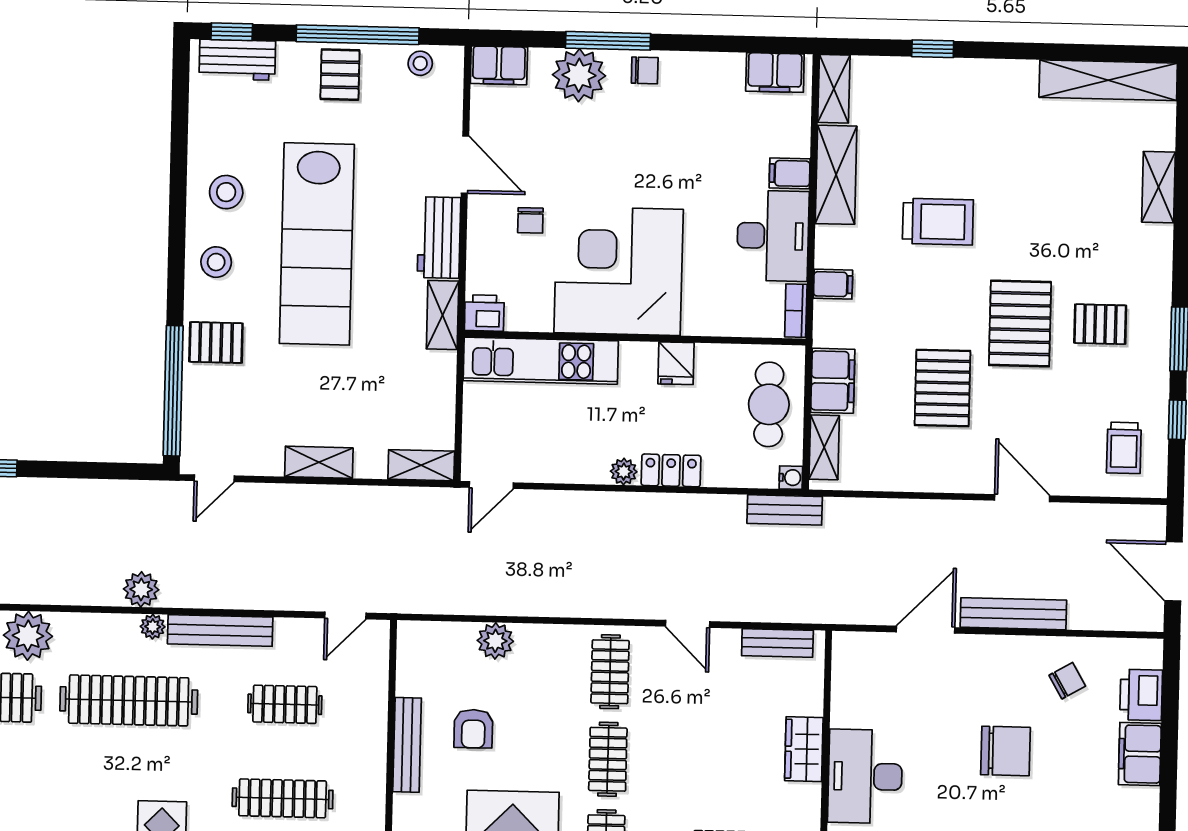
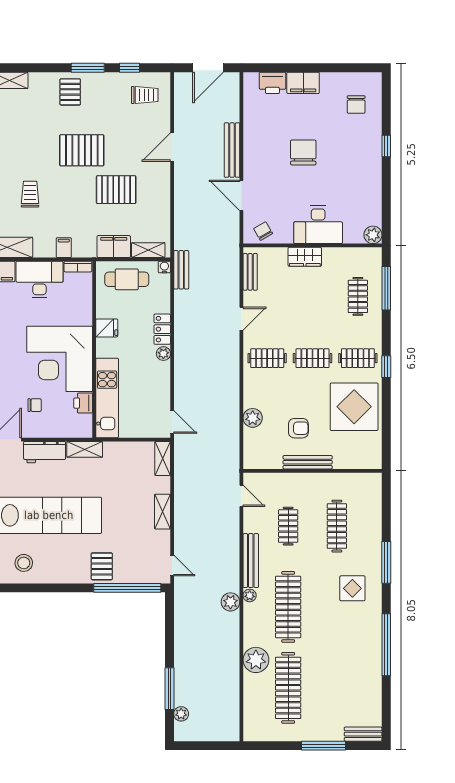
trolley: (938, 222) -> (30, 194), width x0.73, depth x0.72
stool: (216, 262) -> (60, 567), removed
printer: (484, 313) -> (83, 403), moved
pallet: (1100, 324) -> (70, 92), moved
chair: (1067, 681) -> (263, 231), moved

